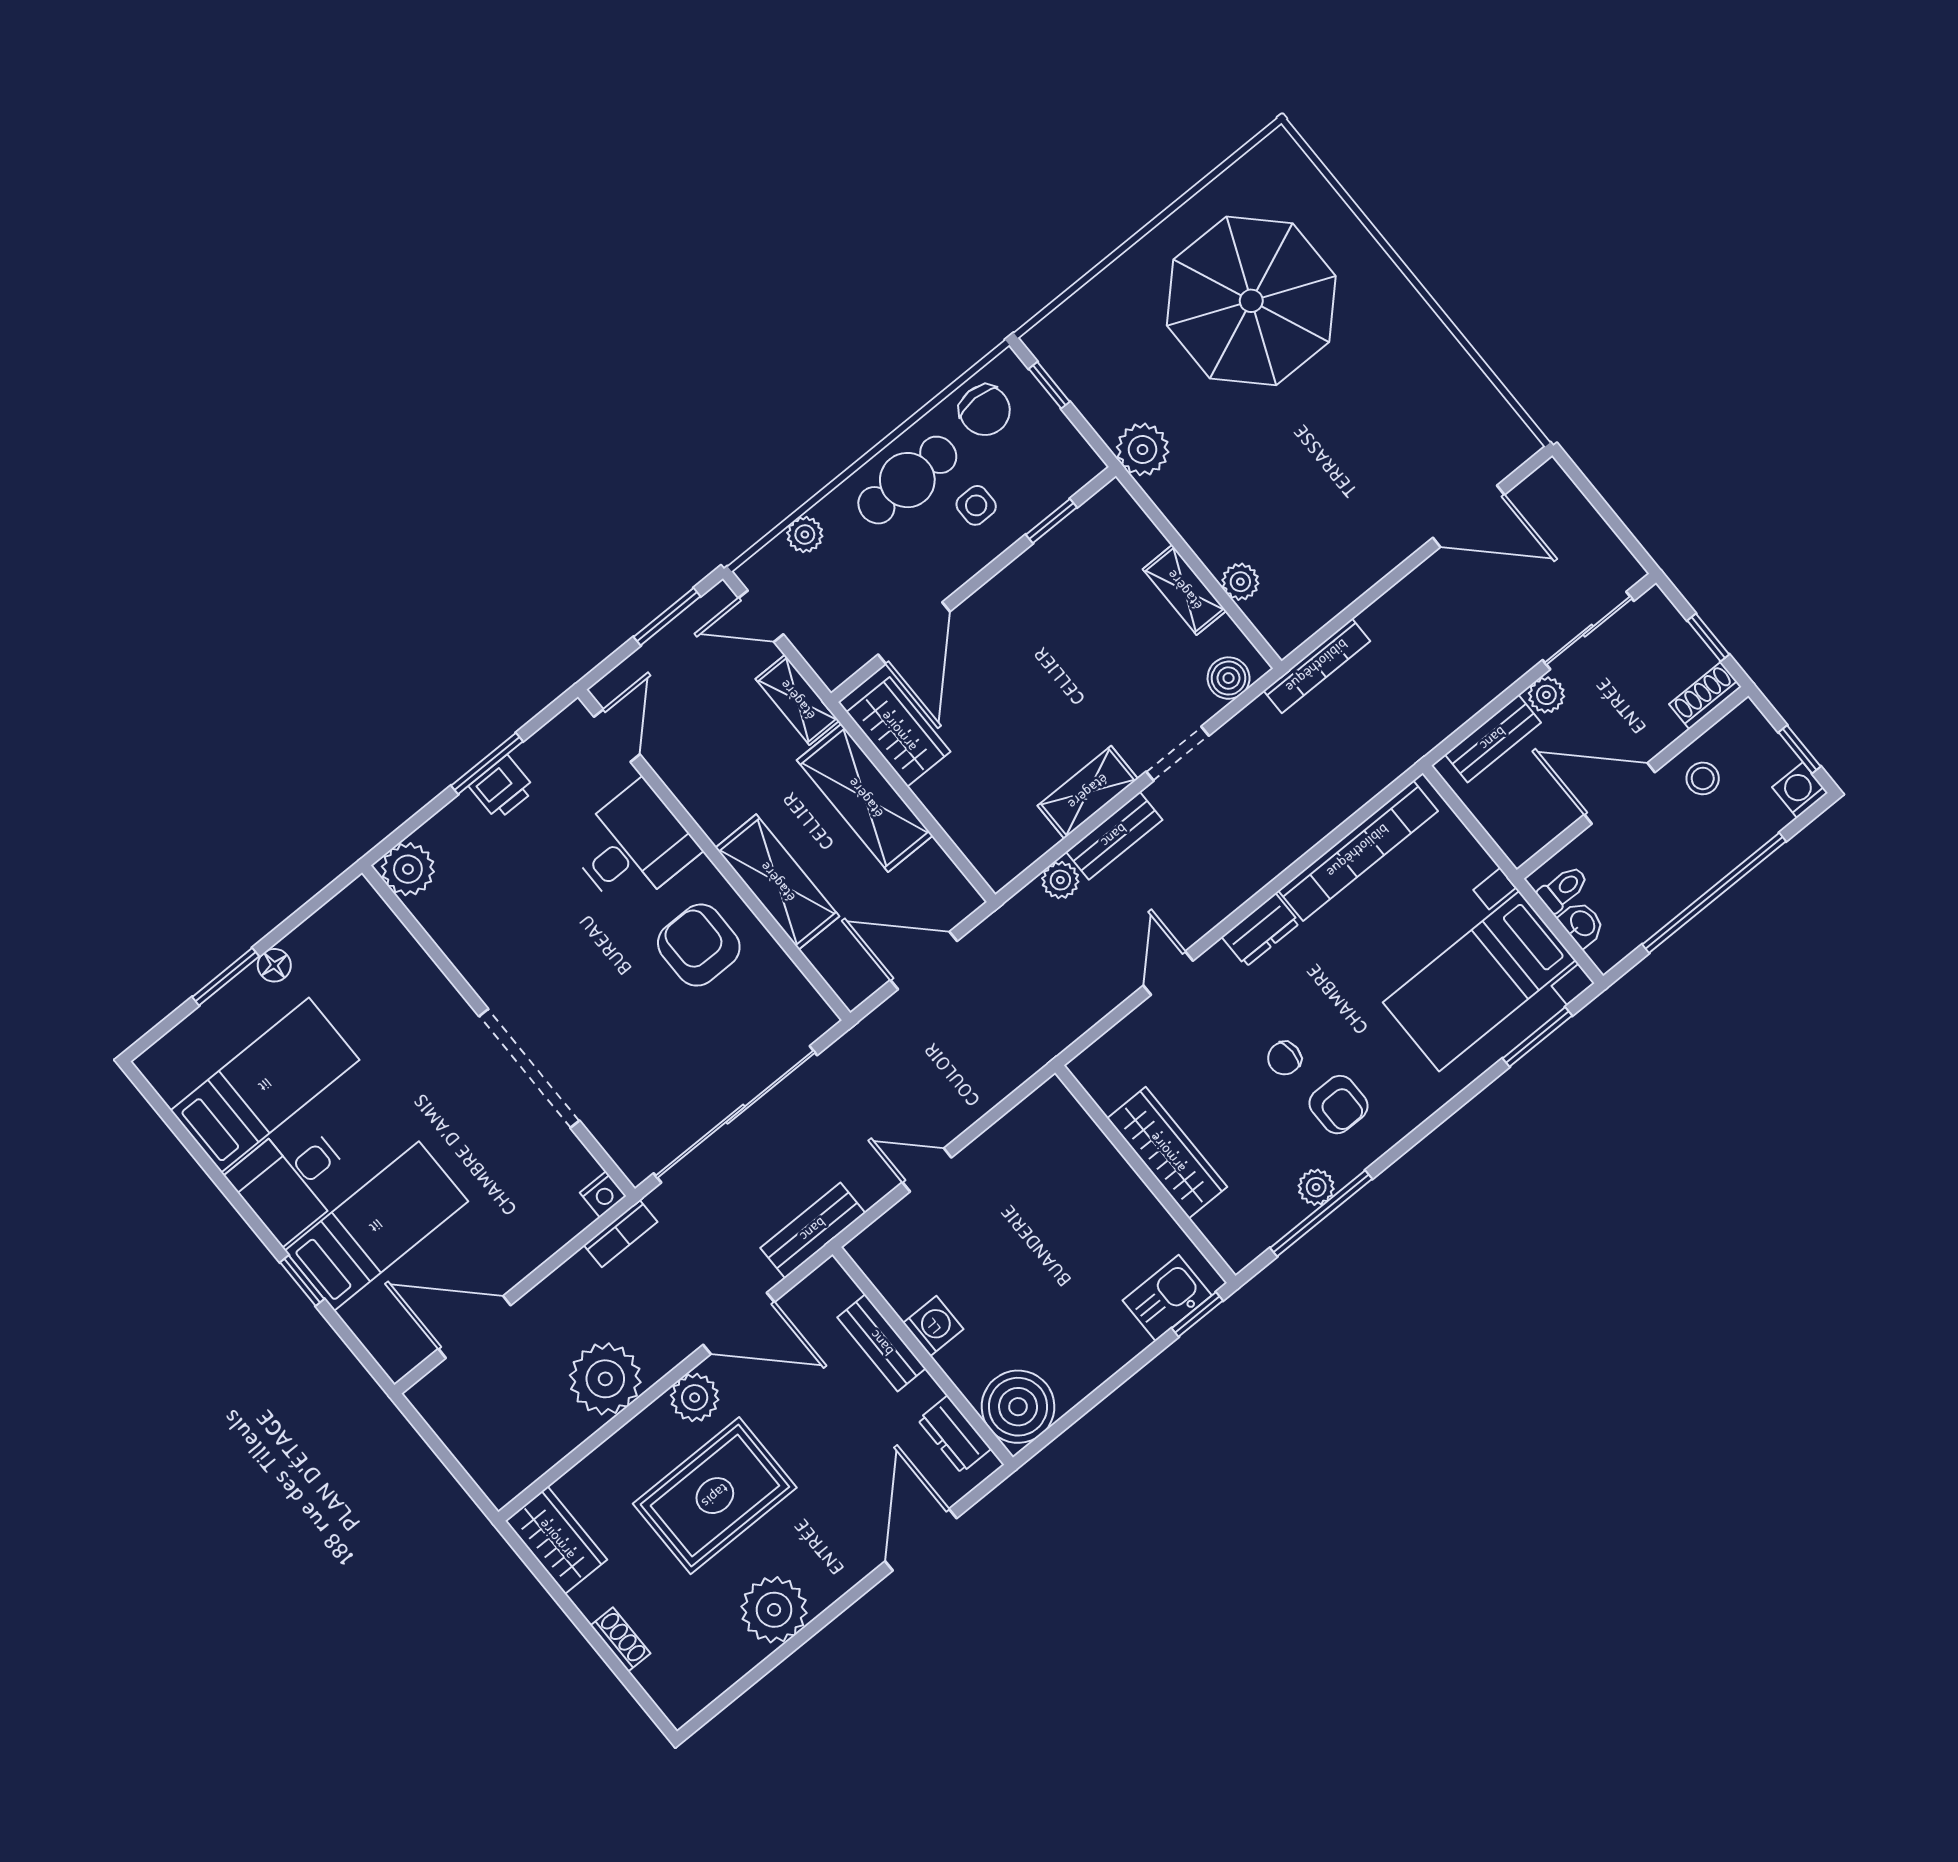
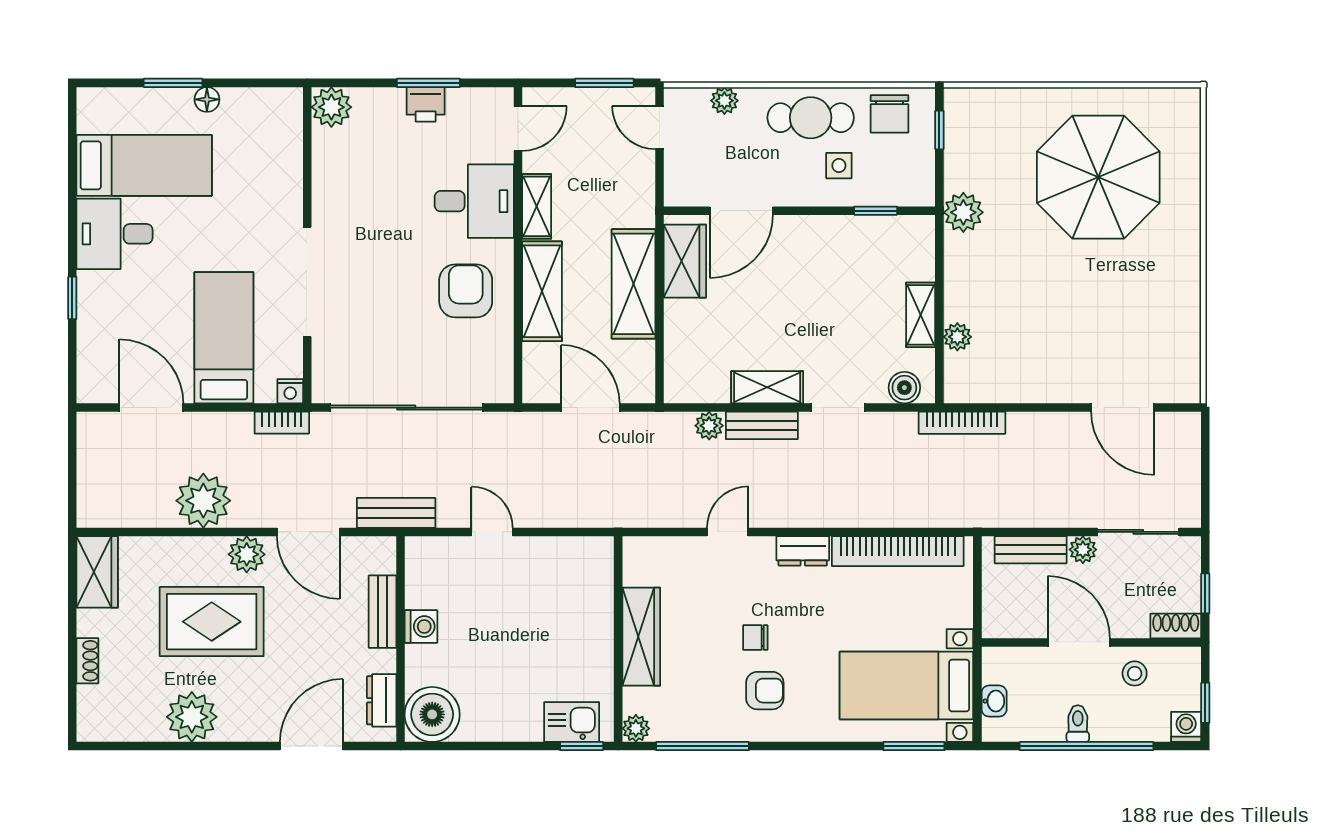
shelving: (797, 700) -> (537, 206), moved
toilet: (1563, 889) -> (1078, 724), moved, turned -90
armchair: (1339, 1105) -> (765, 691), turned -90
plant: (1316, 1187) -> (636, 728), moved
bed: (376, 1226) -> (224, 338), moved, turned -90

